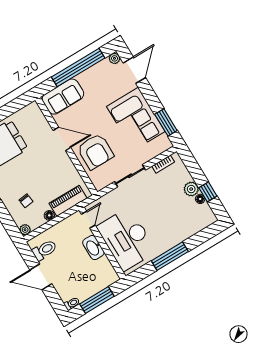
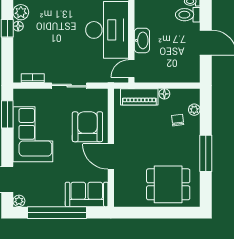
plant: (191, 189) -> (21, 12), moved
plant: (25, 230) -> (194, 110), moved
toilet: (44, 250) -> (188, 15), moved

